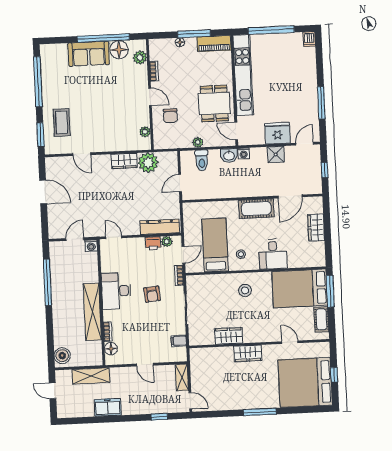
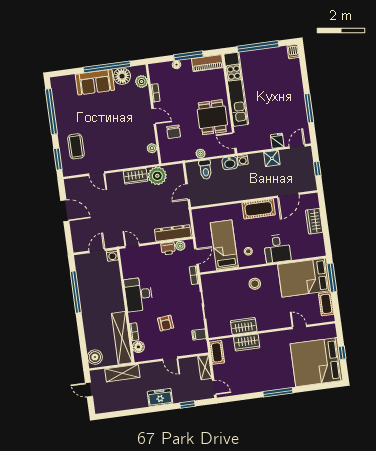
fridge: (277, 133) -> (277, 141), width x0.53, depth x0.75
armchair: (152, 294) -> (166, 323), moved
shelving: (92, 312) -> (122, 338), moved
wardrobe: (248, 353) -> (247, 342), moved
cot: (197, 362) -> (217, 352), added
freezer: (108, 407) -> (160, 397), moved

